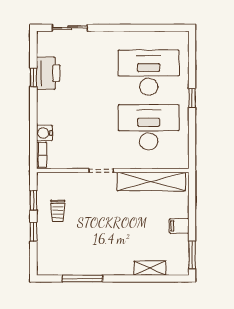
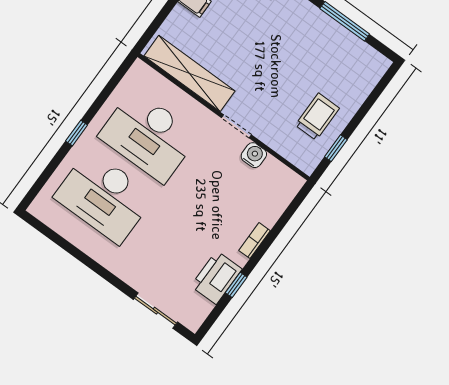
water cooler: (44, 133) -> (254, 155), moved, turned -90
bookcase: (42, 155) -> (254, 241), moved
trolley: (58, 211) -> (317, 117), width x1.36, depth x1.39
window: (33, 232) -> (361, 113), removed

